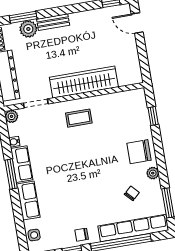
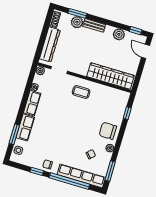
plant: (91, 18) -> (119, 34), added
wardrobe: (84, 82) -> (110, 76), moved
window: (11, 174) -> (14, 134), moved

